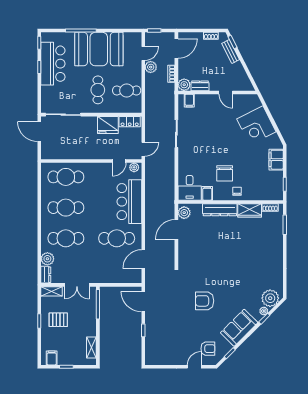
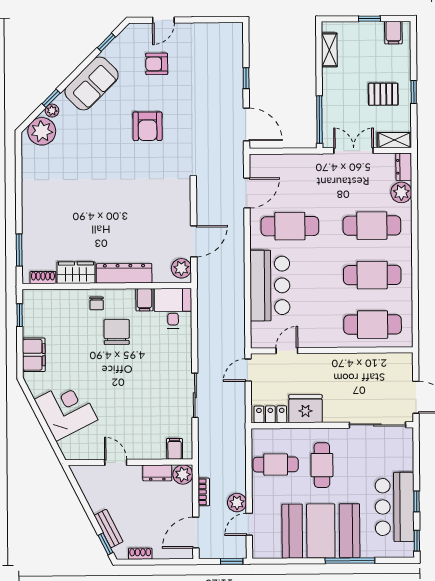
plant: (134, 167) -> (263, 341), removed
armchair: (205, 301) -> (148, 126), turned 90
armchair: (208, 349) -> (157, 64), moved

